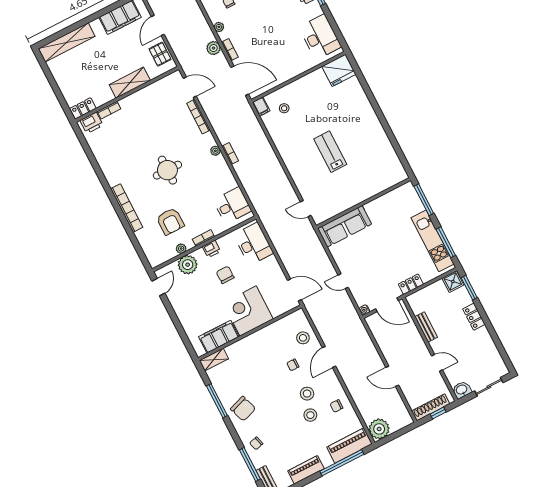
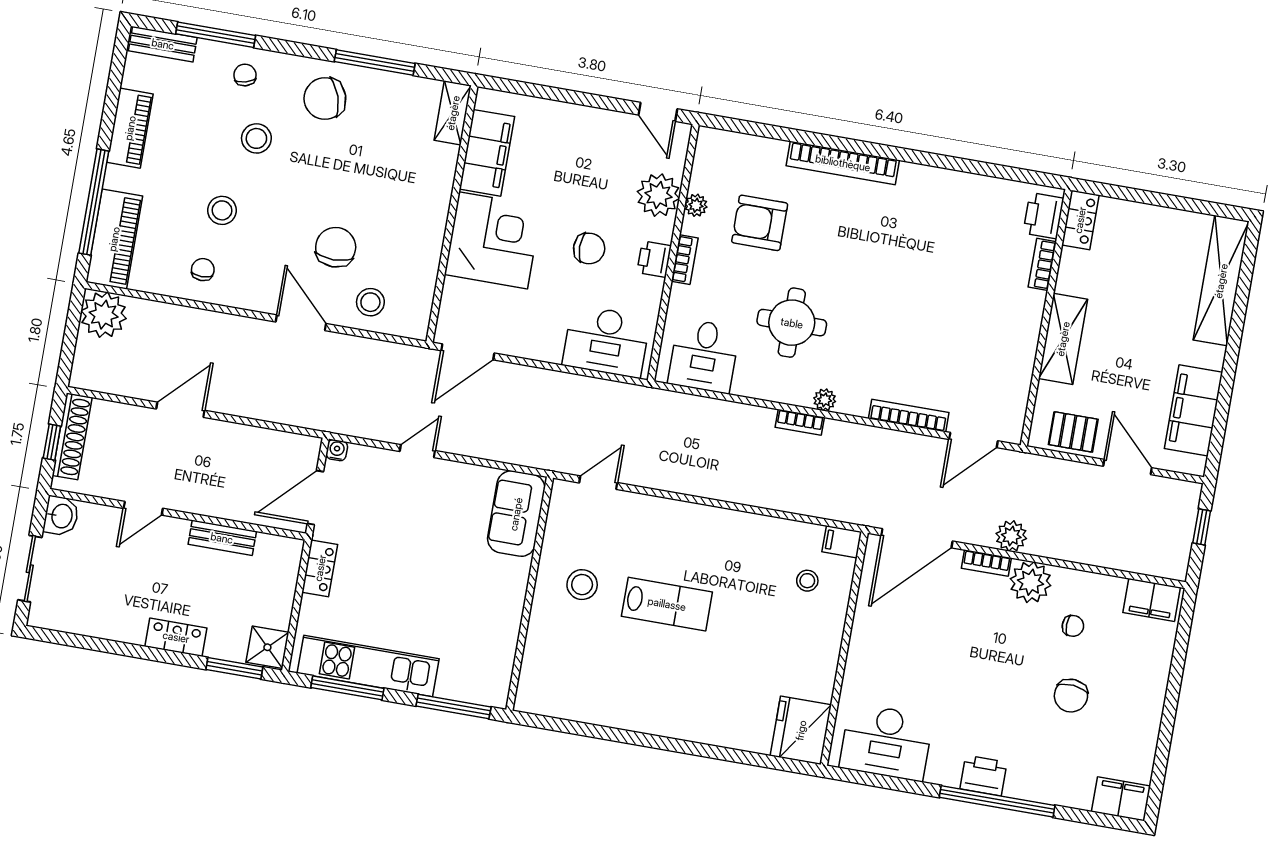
plant: (219, 27) -> (1031, 582), width x1.87, depth x1.87
round table: (167, 170) -> (792, 323), moved
stool: (346, 187) -> (582, 585), added
sofa: (345, 226) -> (516, 514), width x0.73
chair: (293, 365) -> (336, 247), width x1.87, depth x1.87
stool: (307, 394) -> (256, 138), moved

